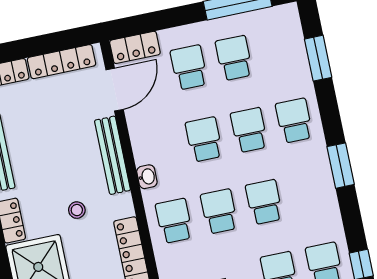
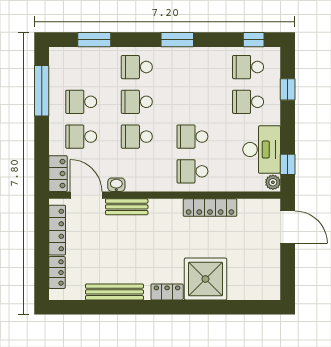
bench: (112, 155) -> (127, 207), width x0.73
washbasin: (147, 177) -> (116, 185), moved
school desk: (264, 202) -> (192, 102), removed
stool: (77, 210) -> (169, 242), removed

